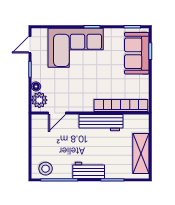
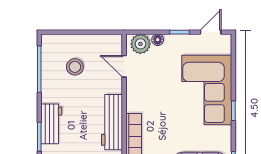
door: (30, 45) -> (211, 32), hinge flipped
stool: (46, 169) -> (75, 67), moved
workbench: (89, 170) -> (51, 124), moved

